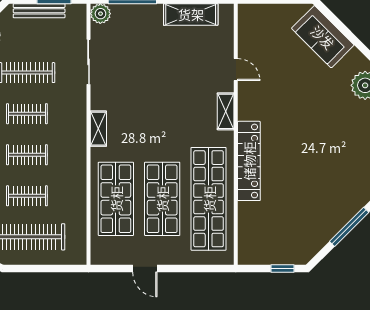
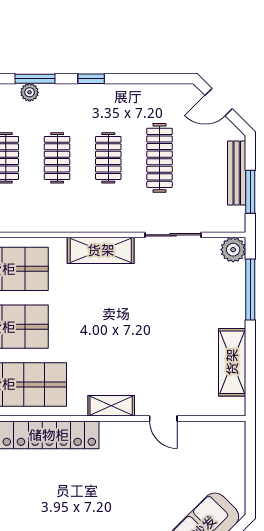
door: (236, 70) -> (163, 418), hinge flipped
shelving: (98, 129) -> (101, 250), width x1.50, depth x1.33

